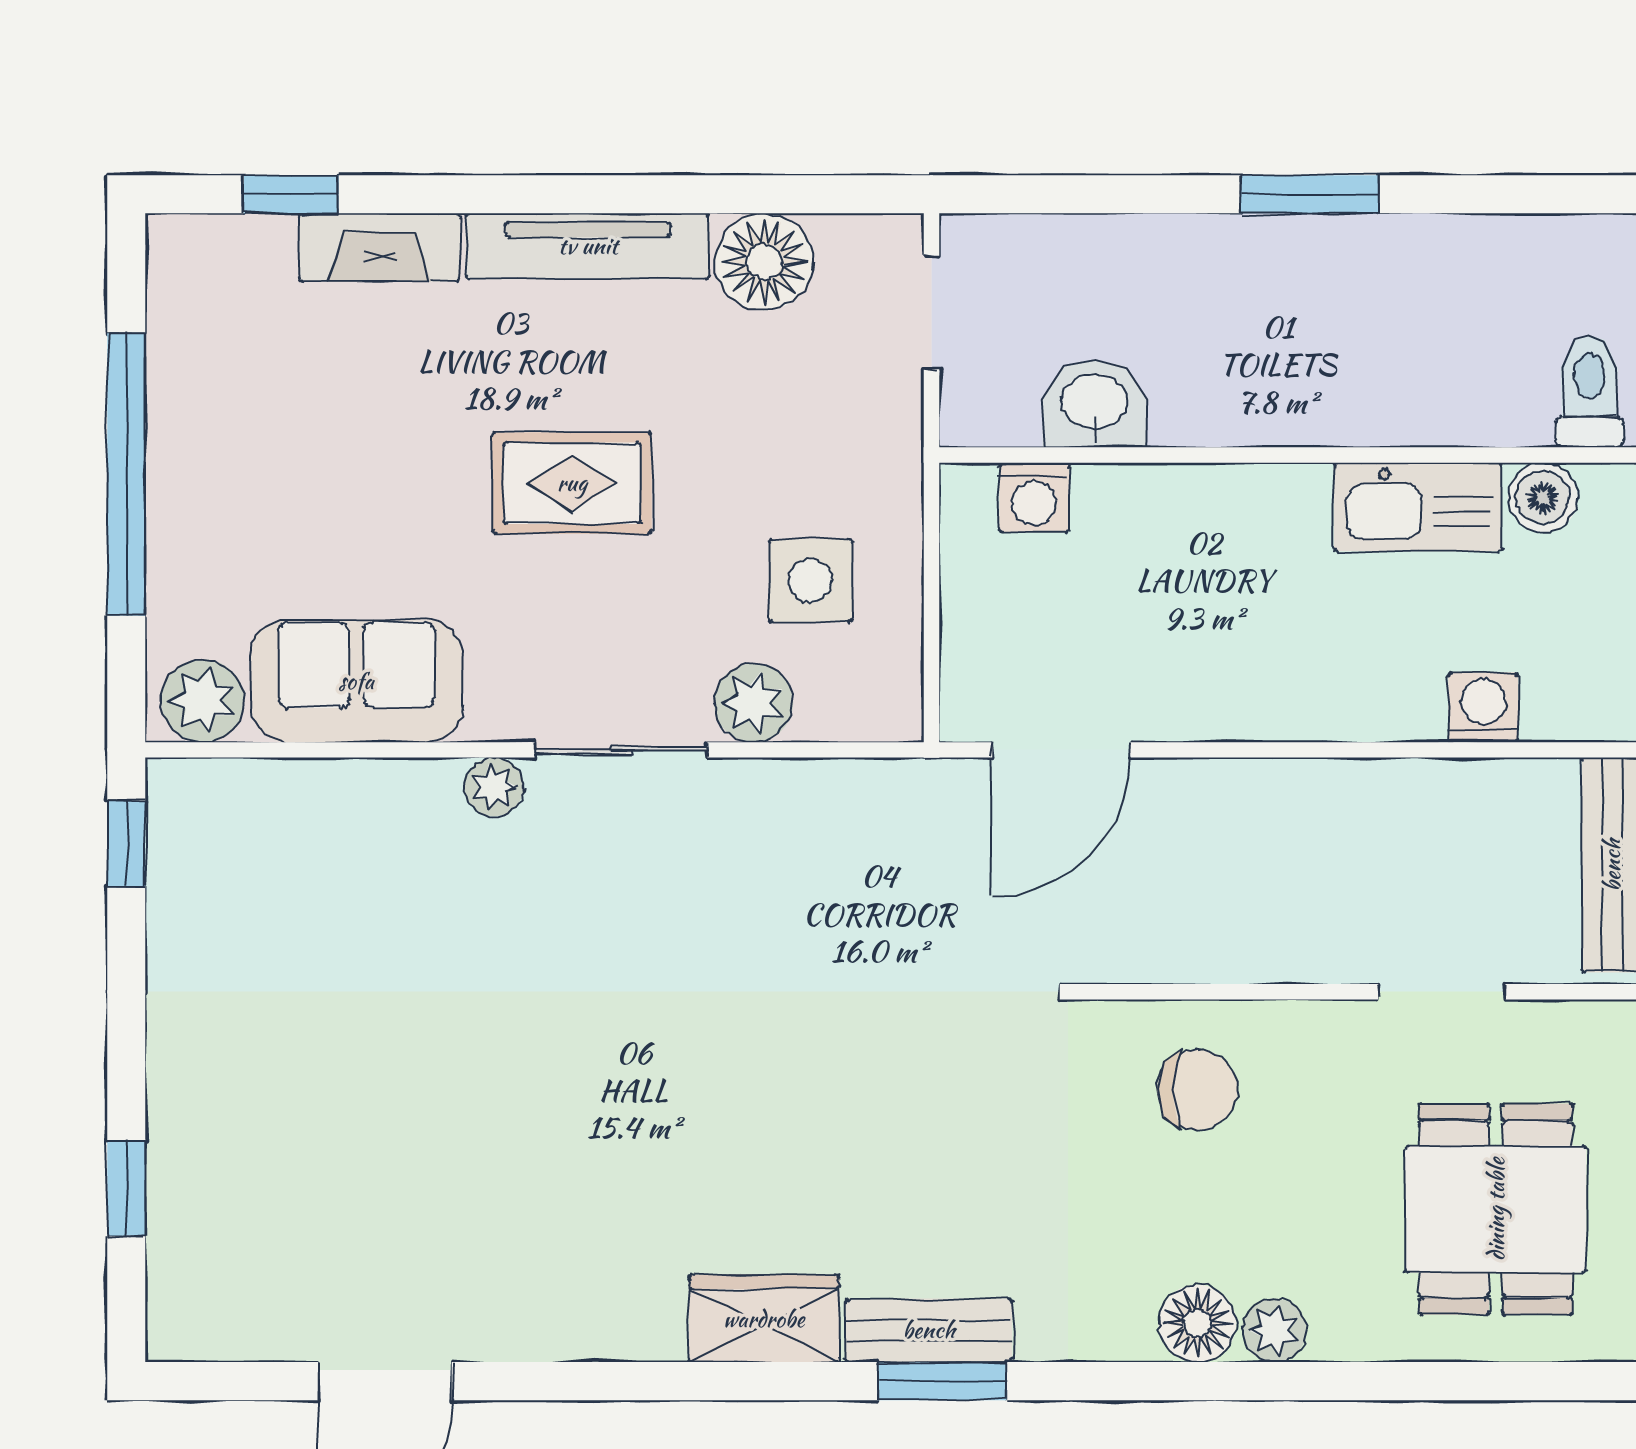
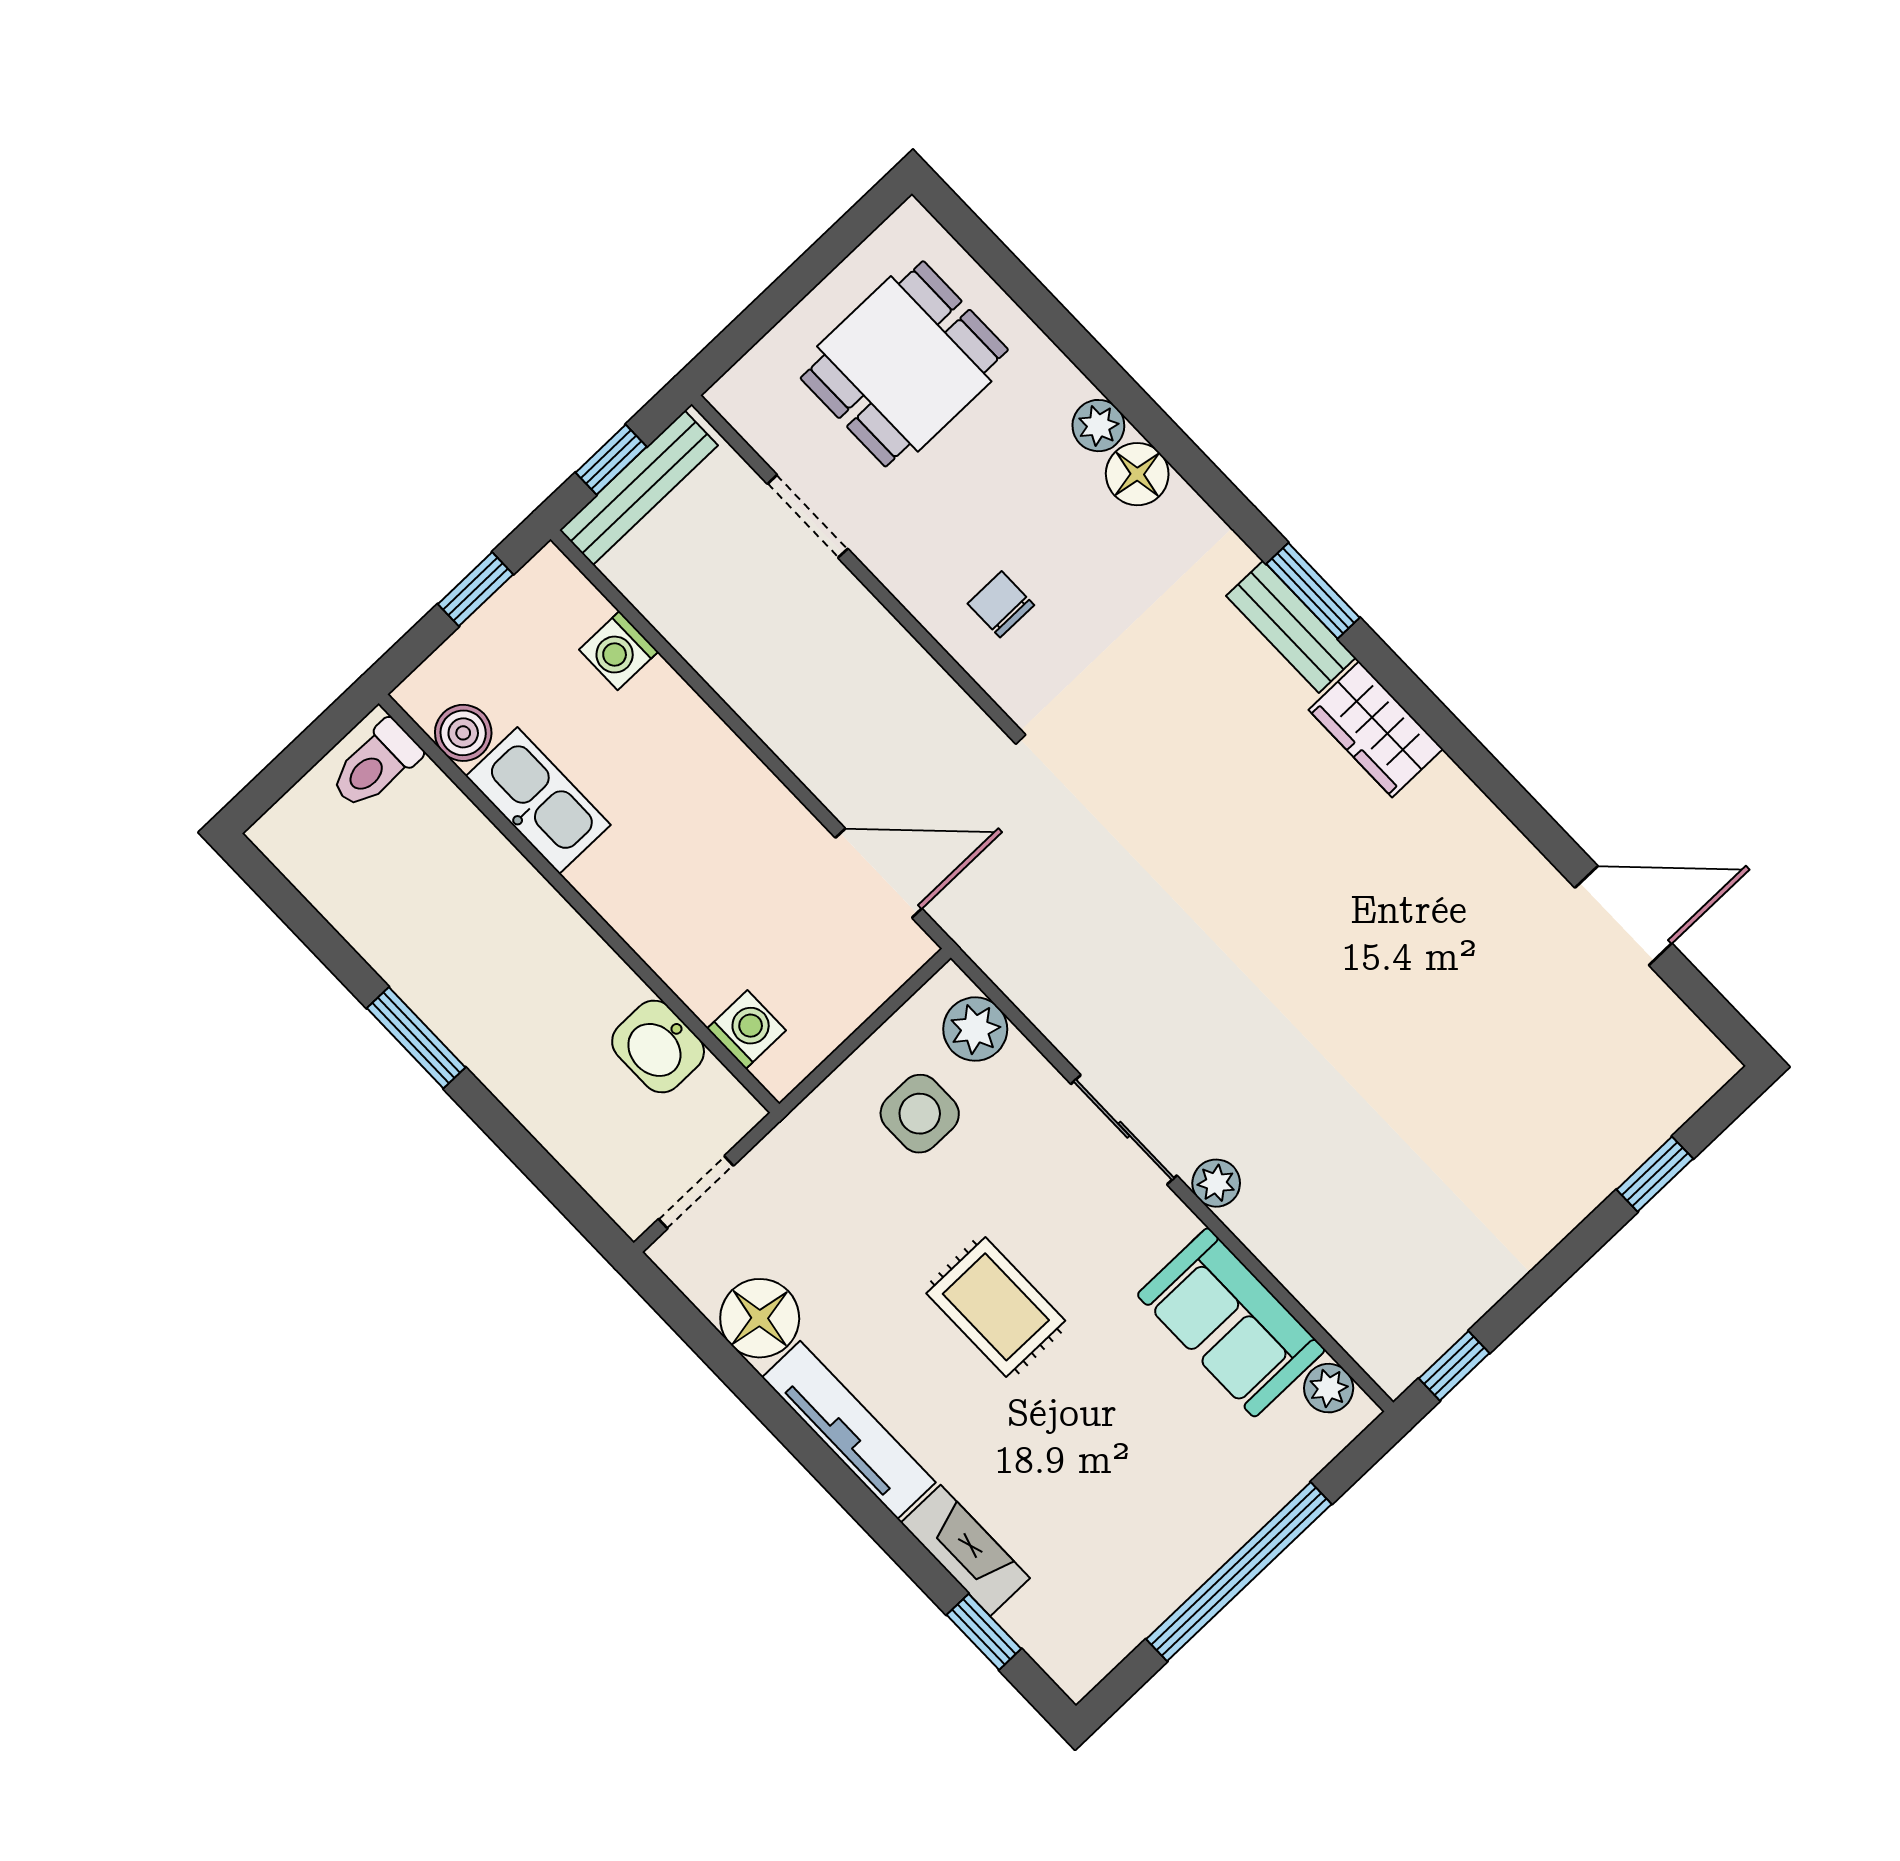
plant: (203, 701) -> (1329, 1388), width x0.73, depth x0.73
plant: (754, 703) -> (975, 1029), moved
chair: (1197, 1090) -> (1001, 604), width x0.73, depth x0.73

